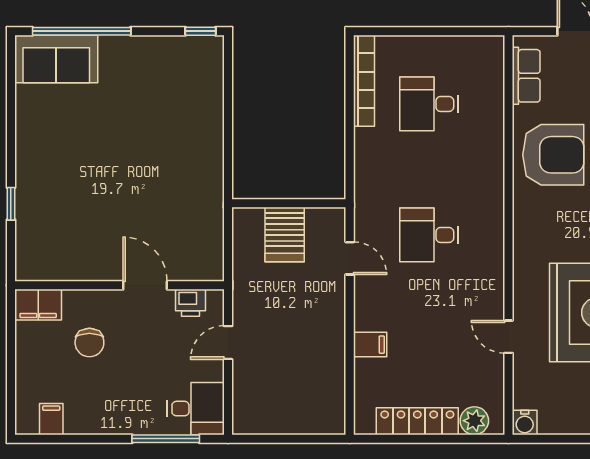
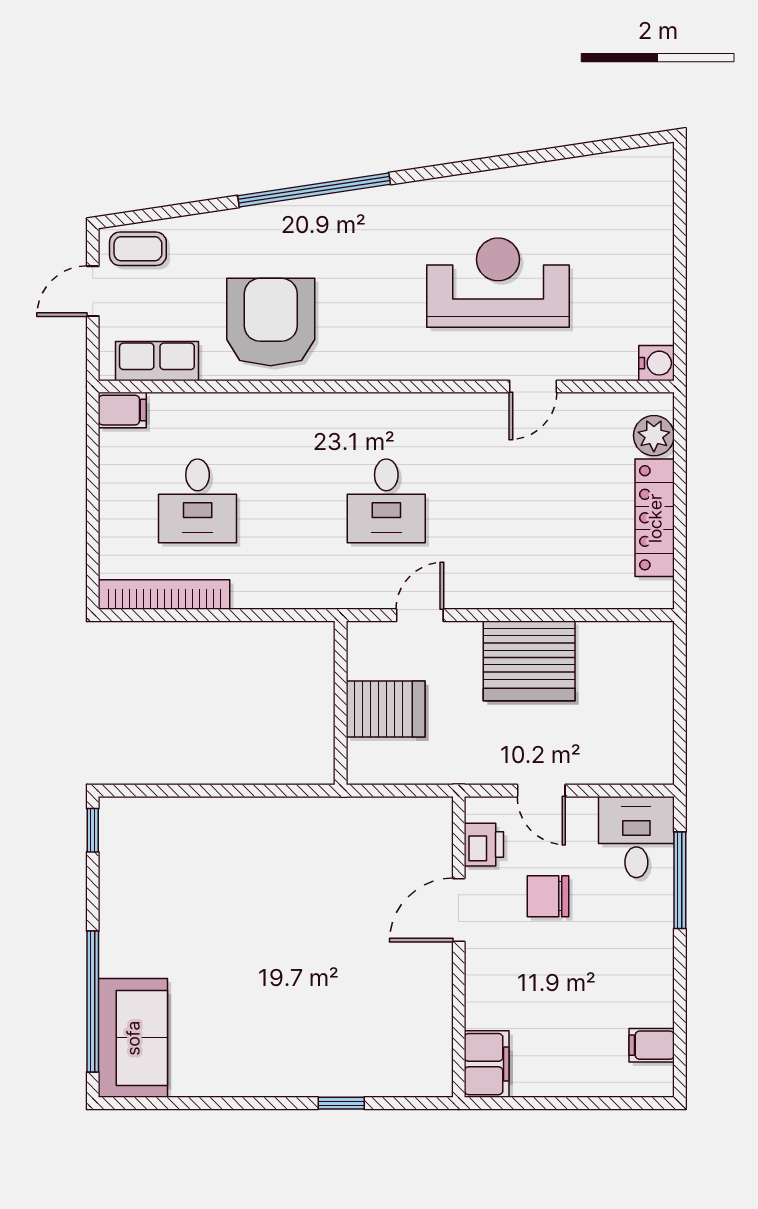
server rack: (318, 334) -> (529, 661), added
chair: (89, 343) -> (548, 896), moved, turned 180
filing cabinet: (370, 345) -> (122, 410), moved, turned 90

